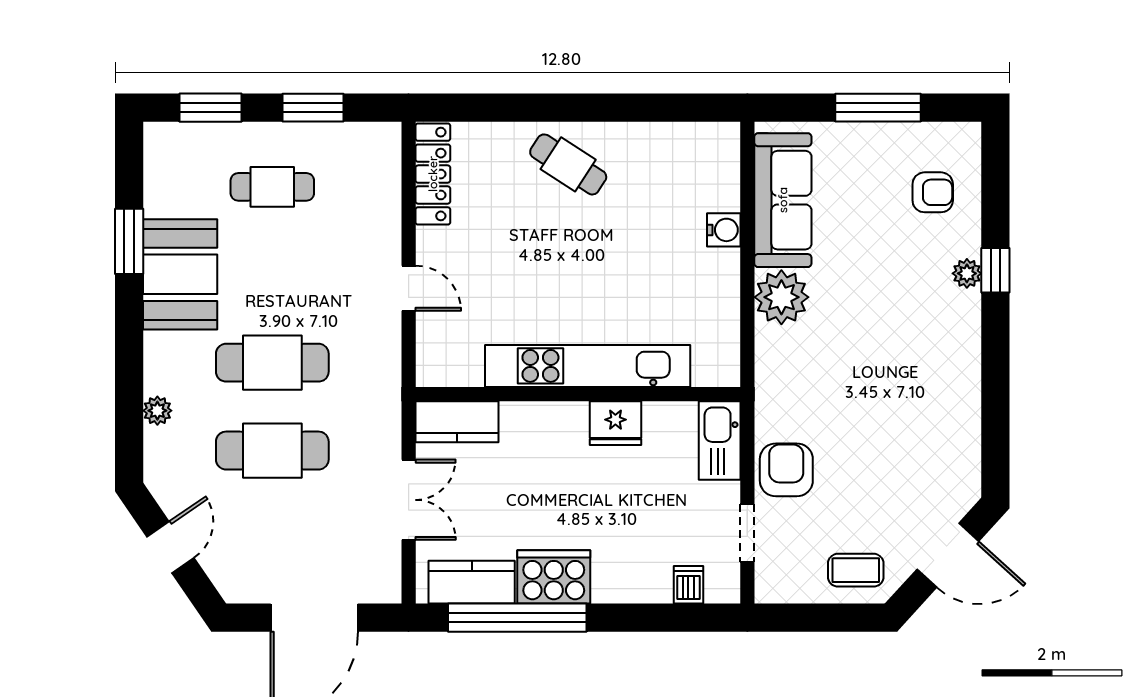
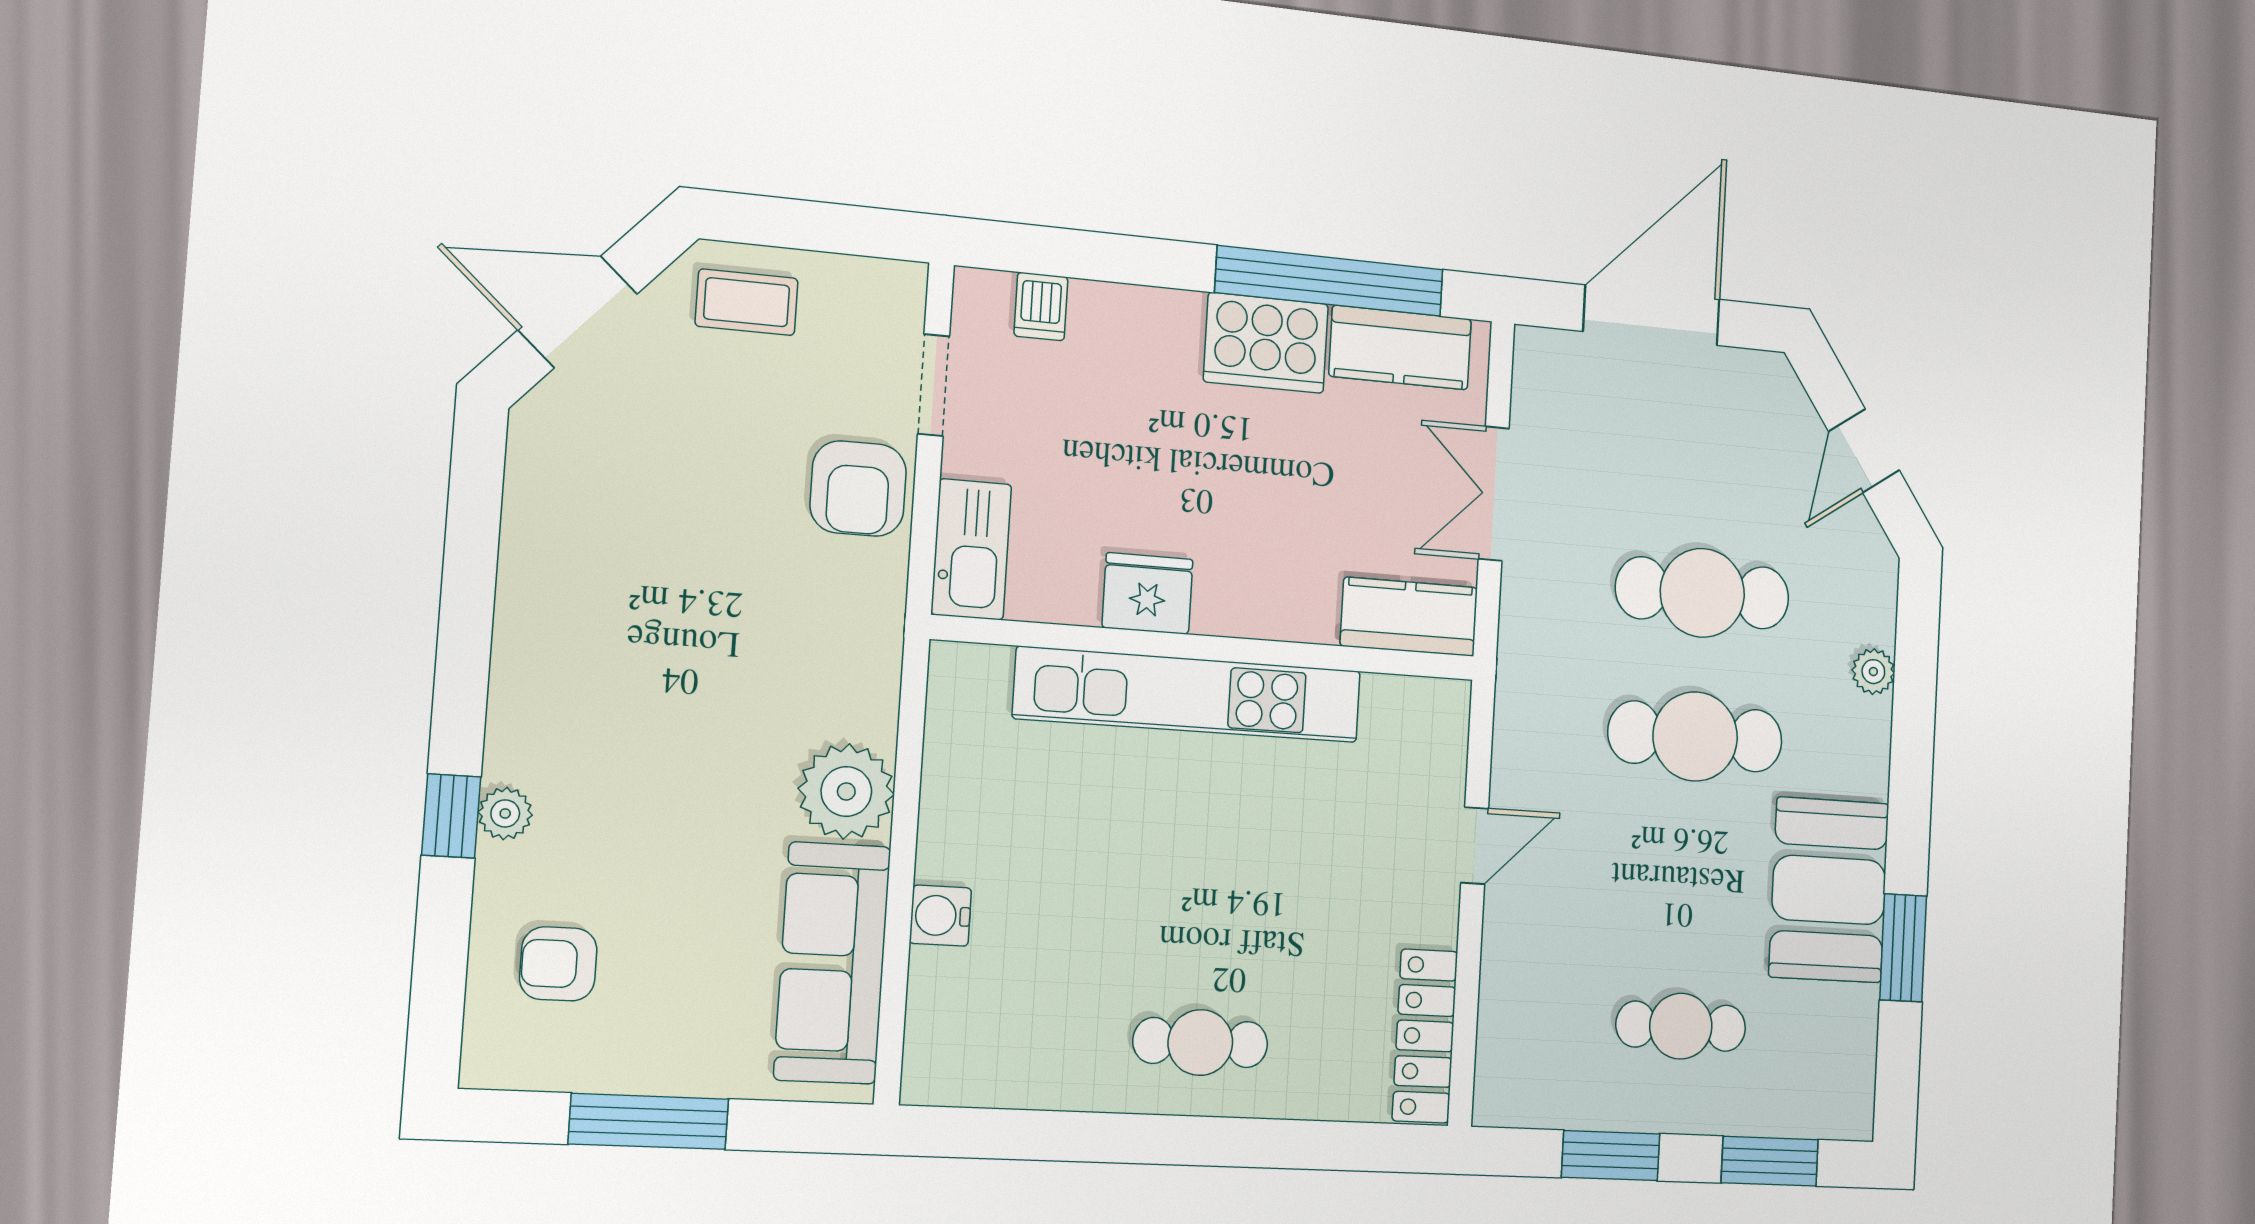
cafe table: (568, 164) -> (1200, 1043), turned -33
door: (409, 288) -> (1475, 846), swing flipped

